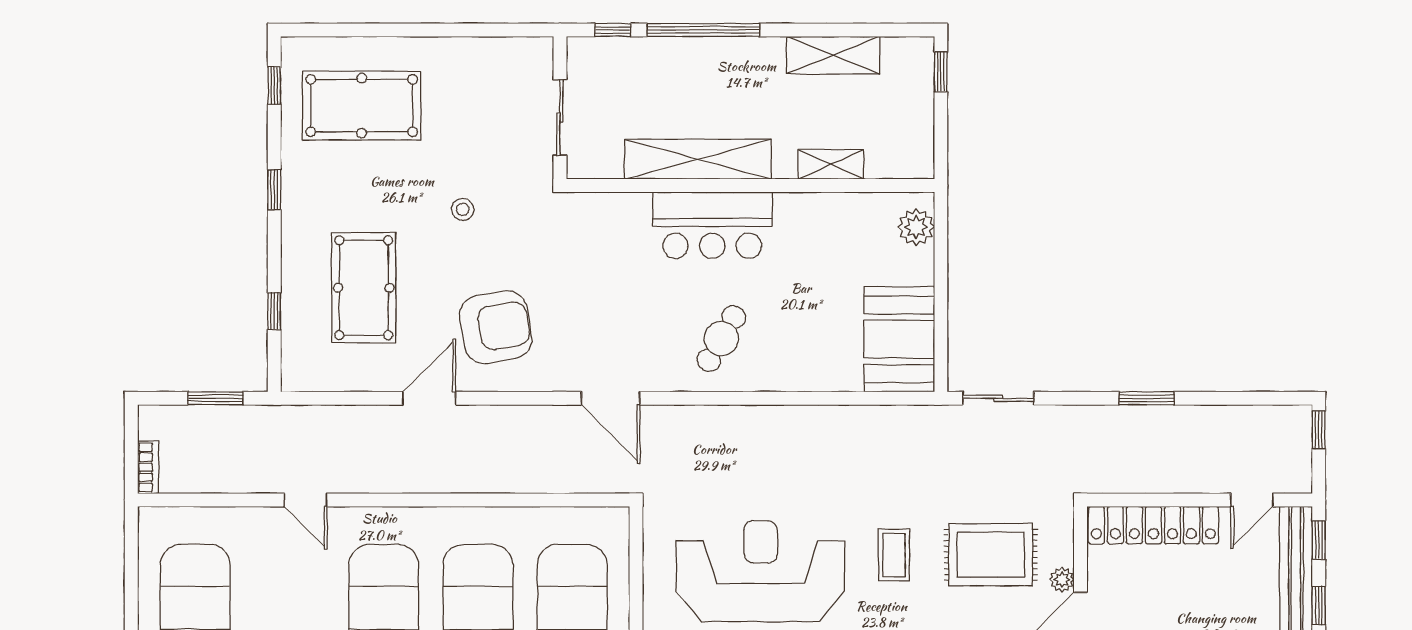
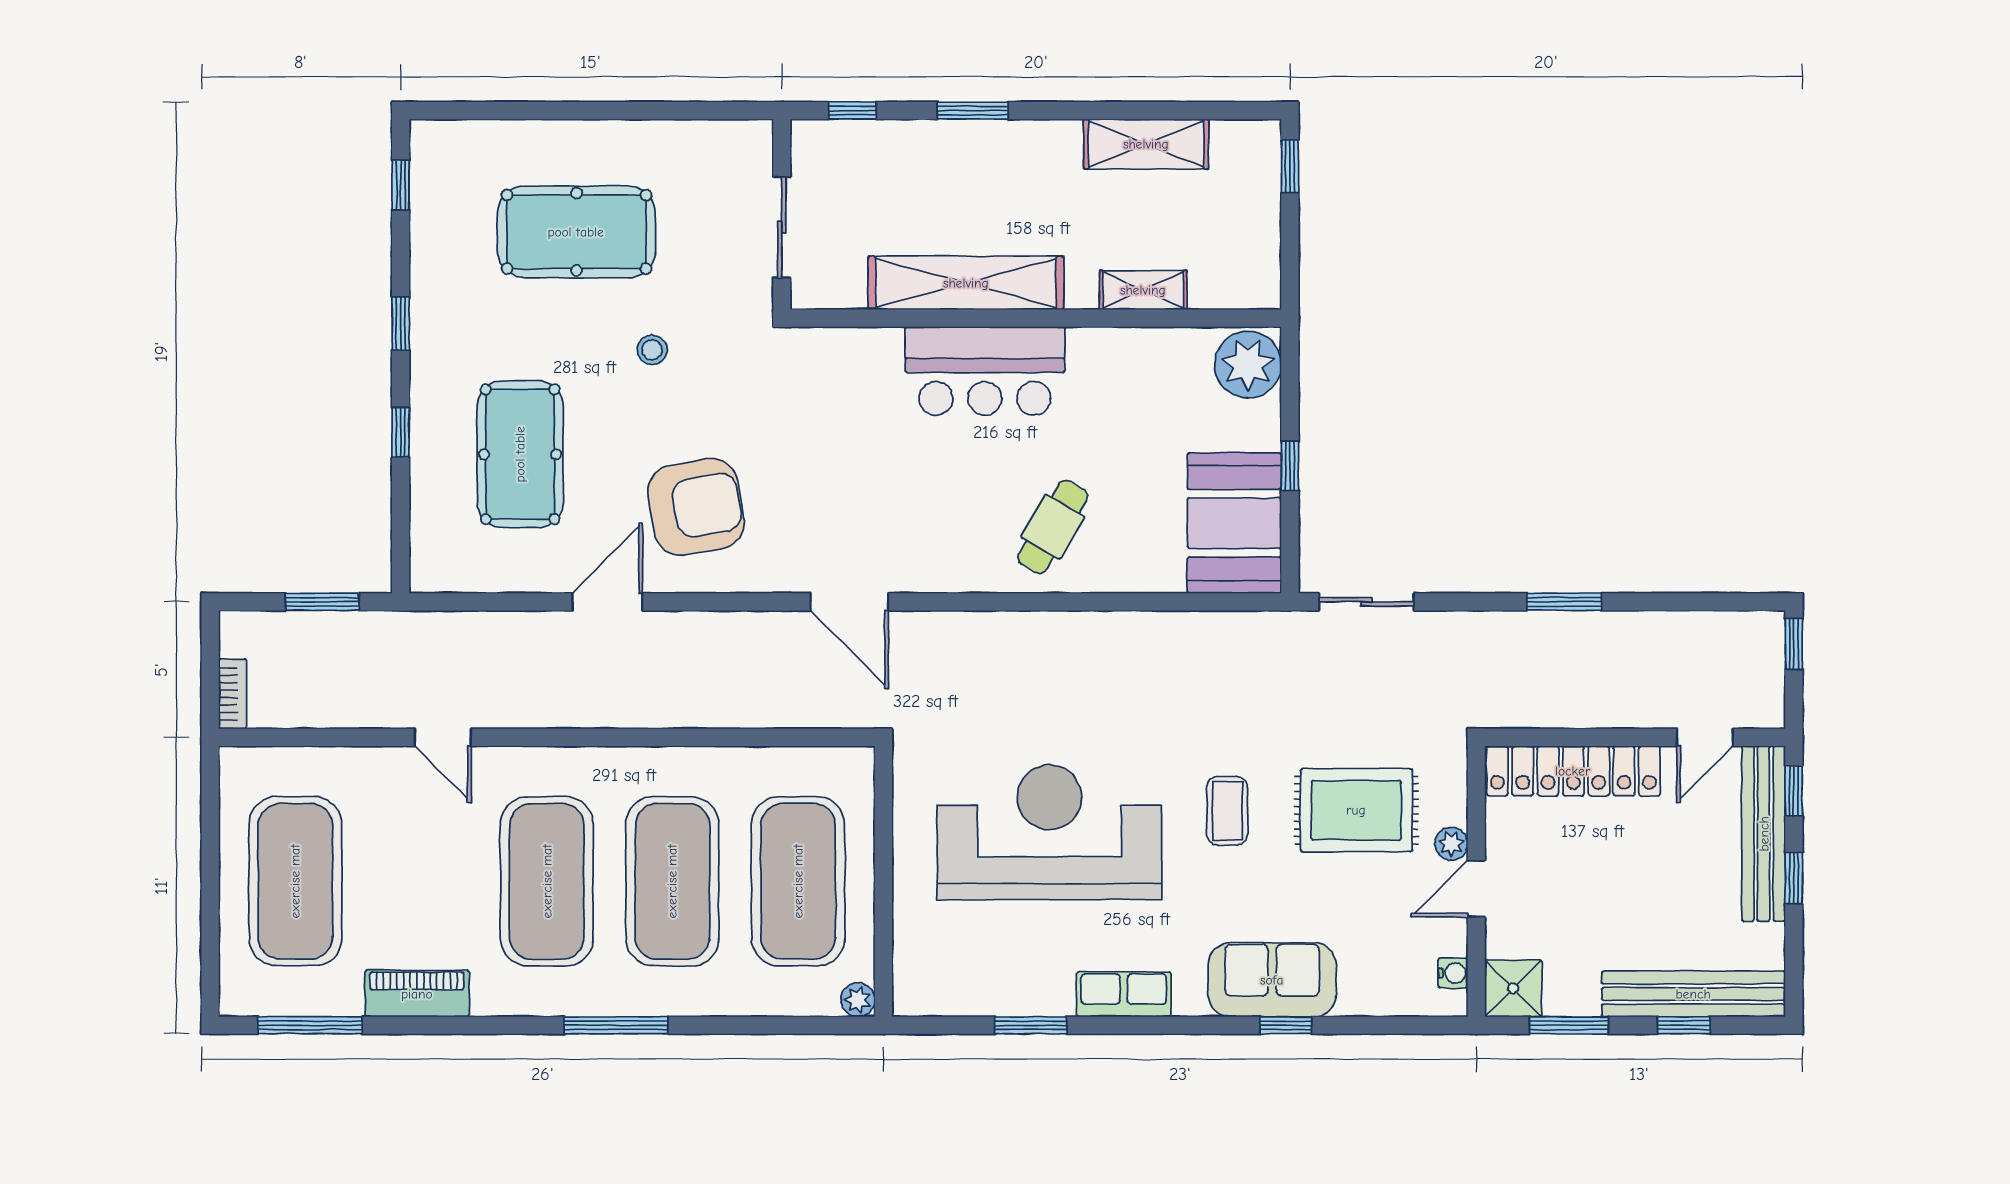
window: (703, 30) -> (973, 111), width x0.47
pool table: (362, 106) -> (576, 232), moved
plant: (916, 227) -> (1248, 365), width x1.36, depth x1.36
window: (941, 296) -> (1290, 466), added
window: (274, 311) -> (401, 432), moved
cafe table: (721, 339) -> (1053, 527), moved

